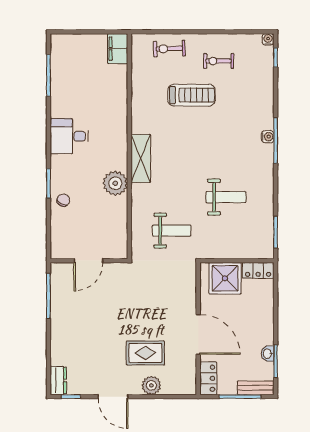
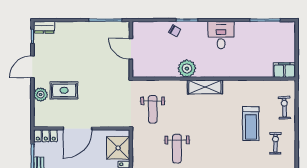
rug: (145, 353) -> (64, 90), turned 90

